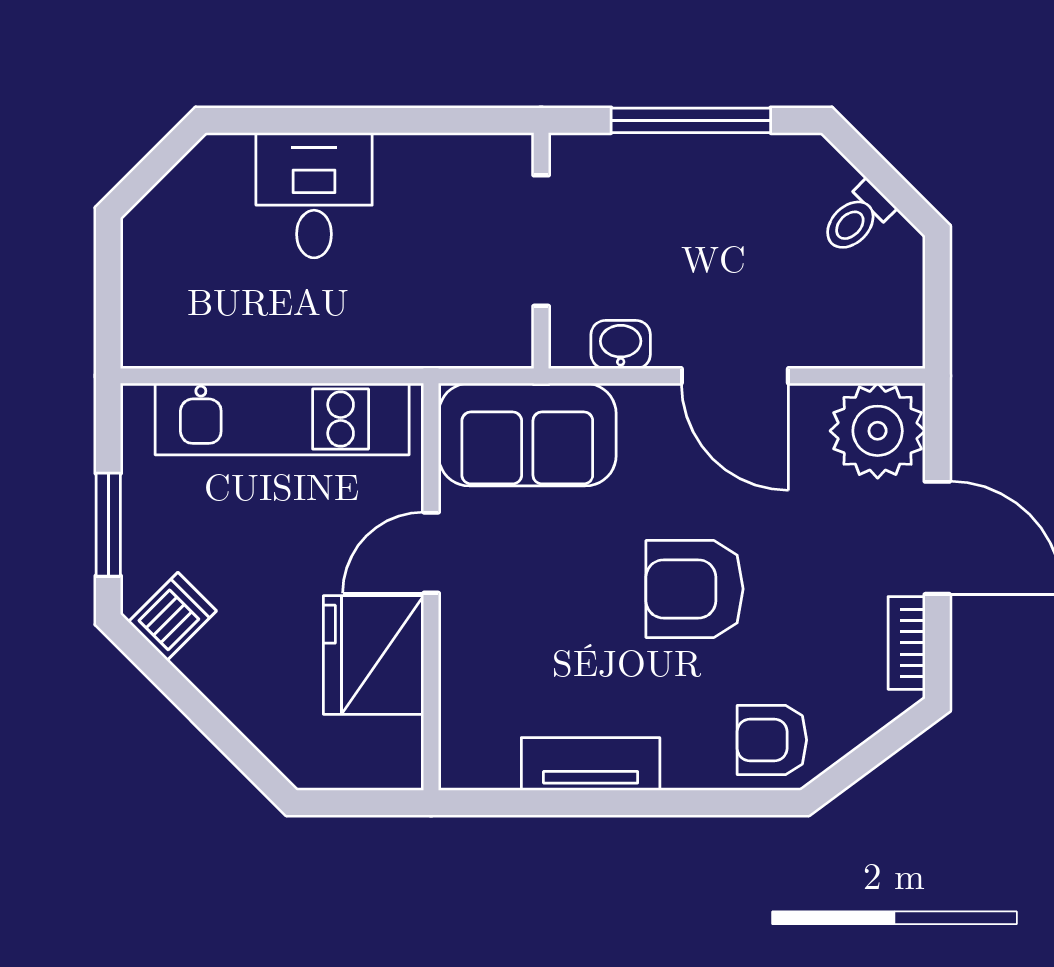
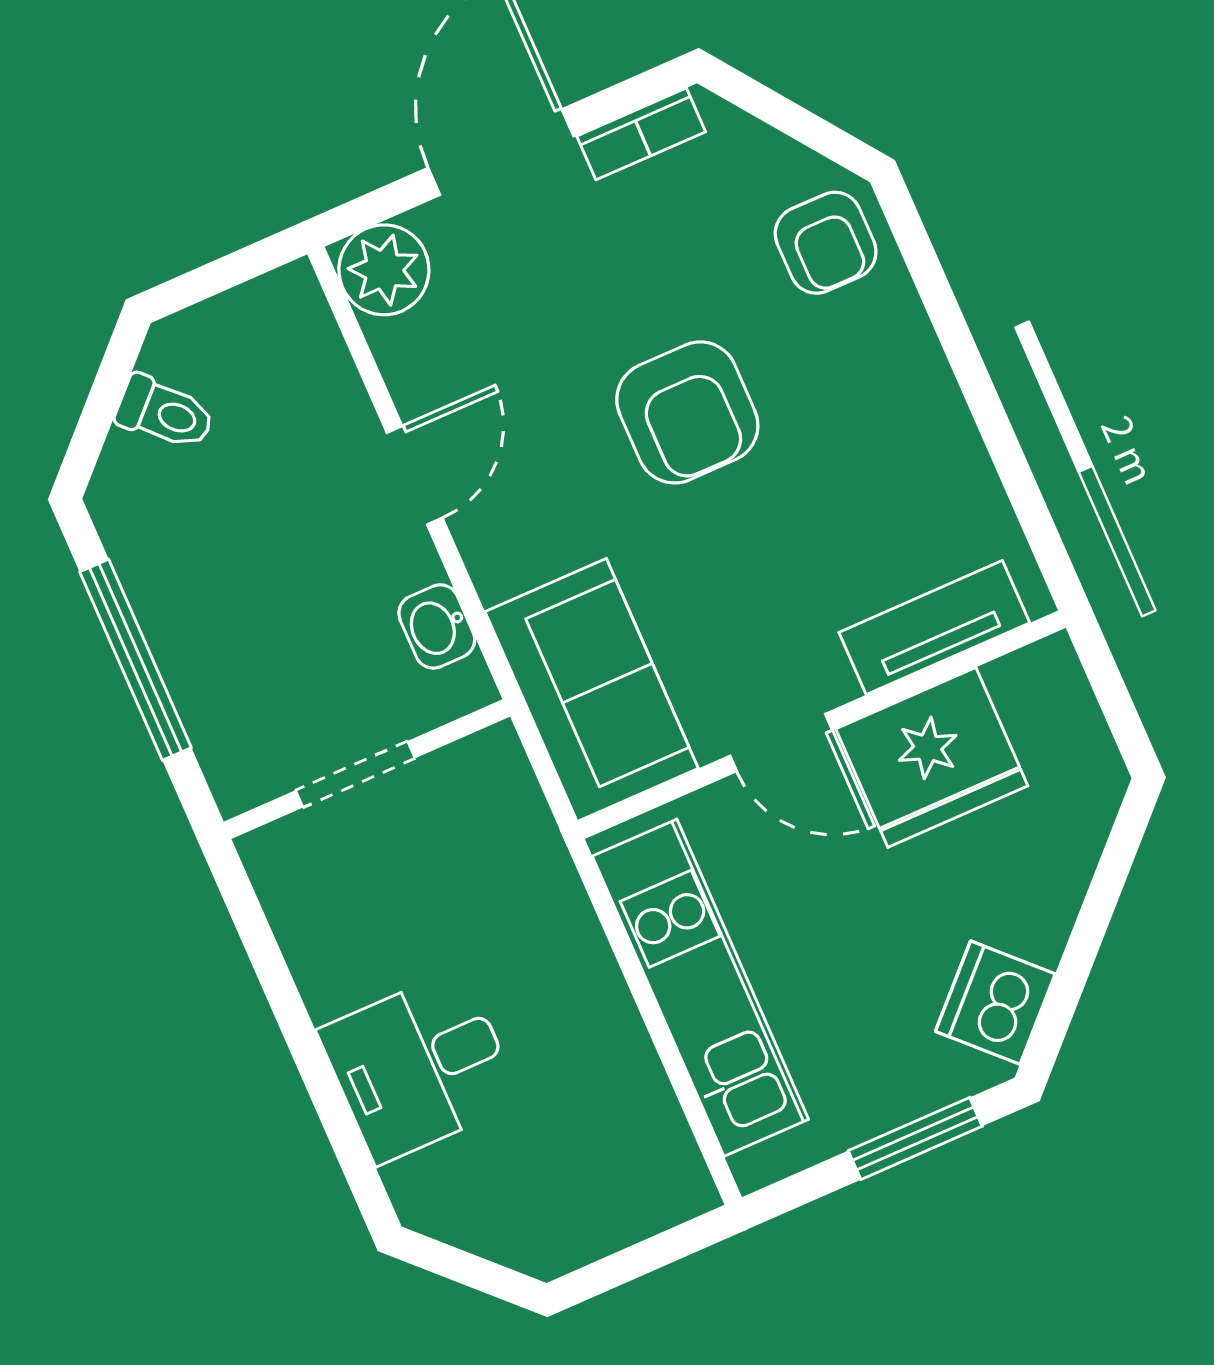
doorway: (541, 241) -> (355, 774), width x0.73
door: (735, 376) -> (415, 475), width x0.73
plant: (878, 431) -> (384, 270), width x0.73, depth x0.73
dishwasher: (172, 616) -> (995, 1003), width x1.38
tv unit: (591, 764) -> (934, 628), moved, turned 90

